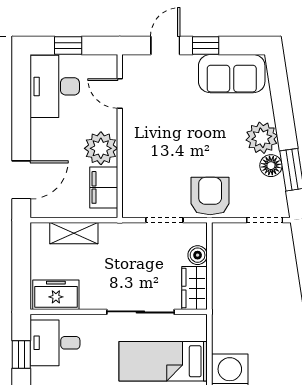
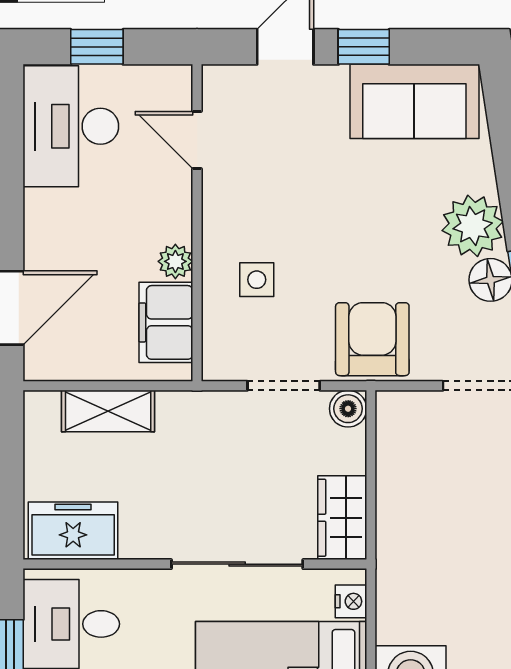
plant: (101, 148) -> (175, 261), width x0.53, depth x0.53
side table: (150, 165) -> (257, 280), added
boiler: (198, 255) -> (348, 409), moved
nightstand: (199, 331) -> (351, 601), added

